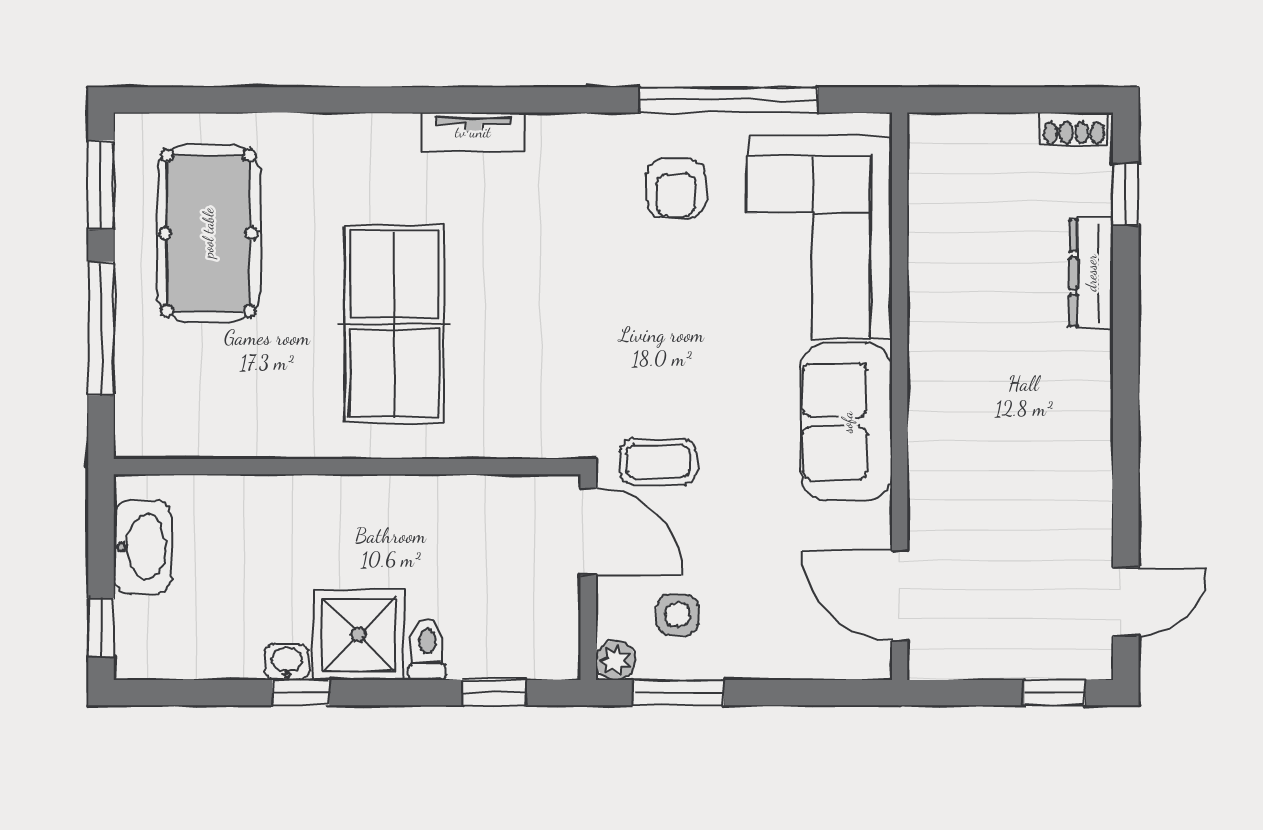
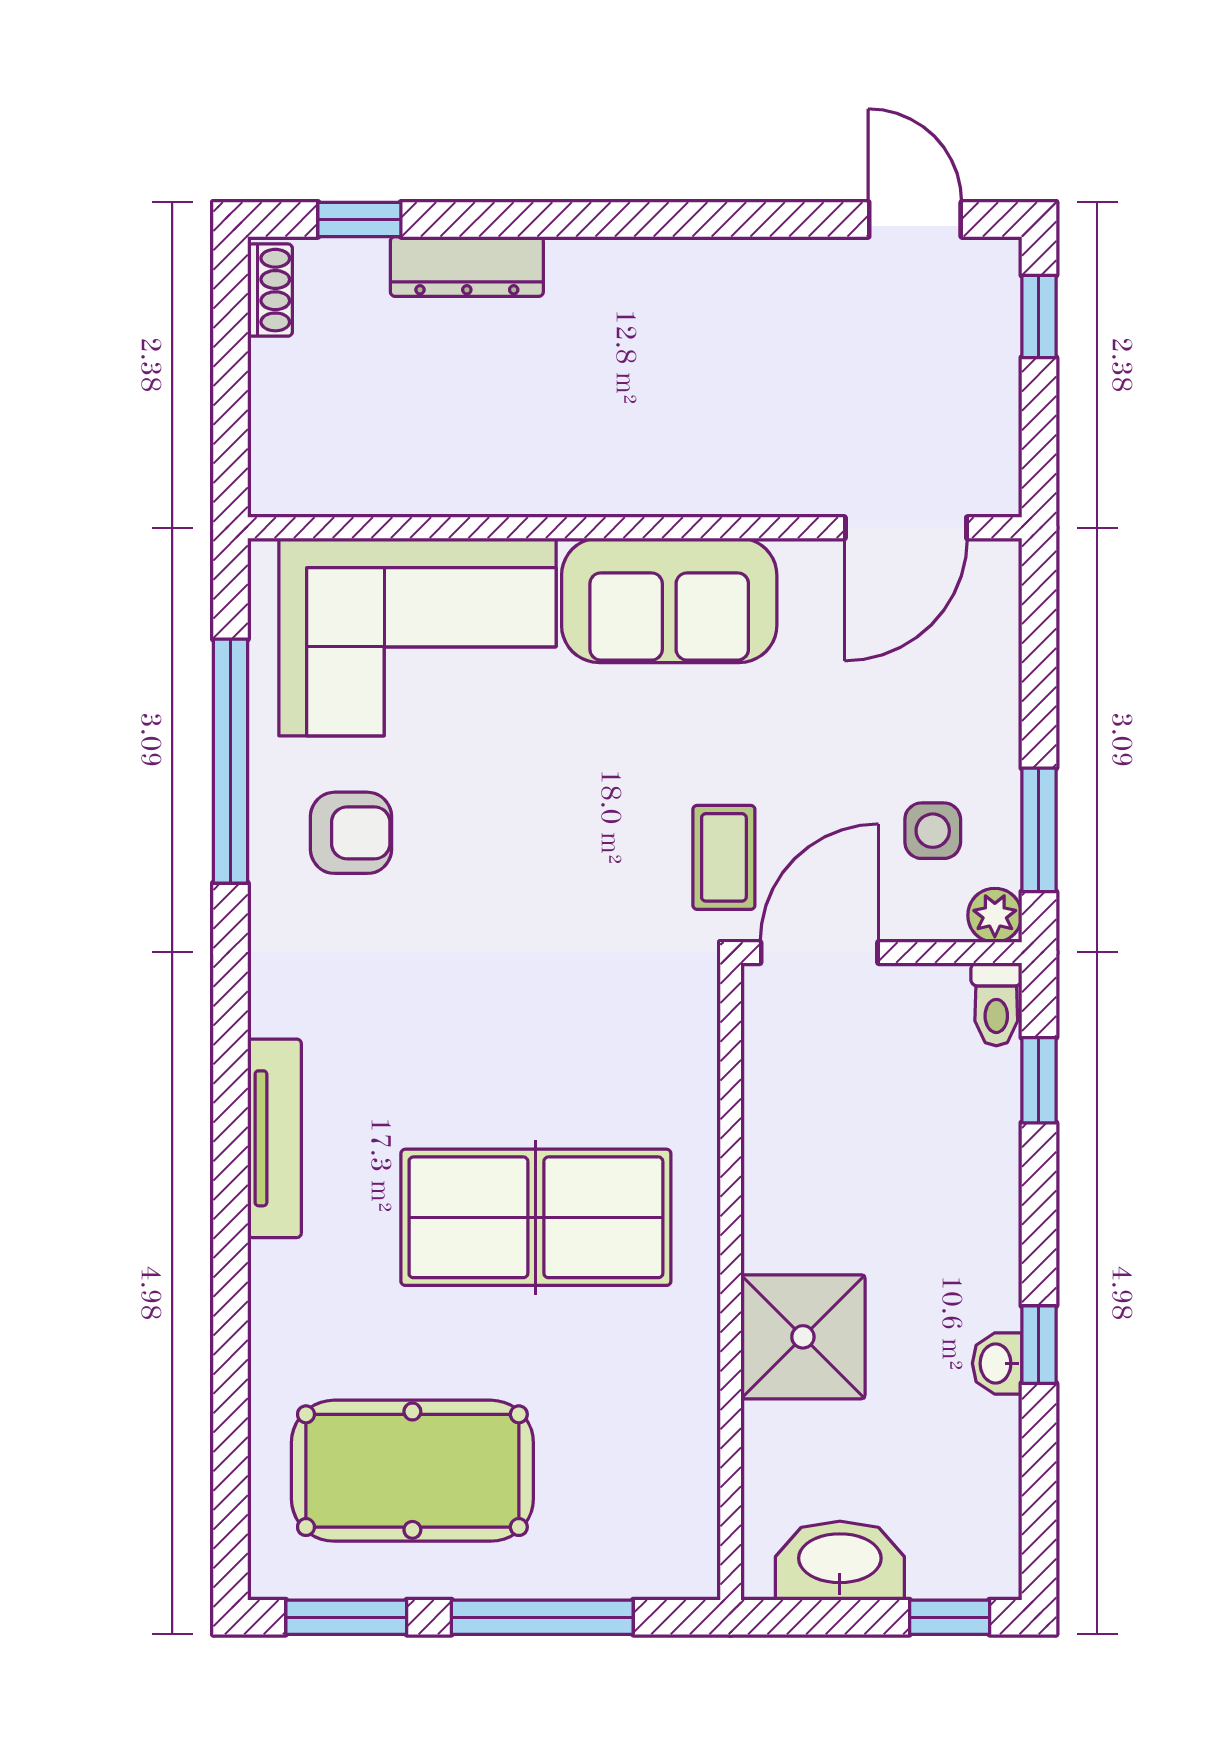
tv unit: (473, 132) -> (274, 1138), width x1.41
shower: (359, 635) -> (803, 1337), moved
toilet: (427, 650) -> (996, 1004), moved, turned -90

